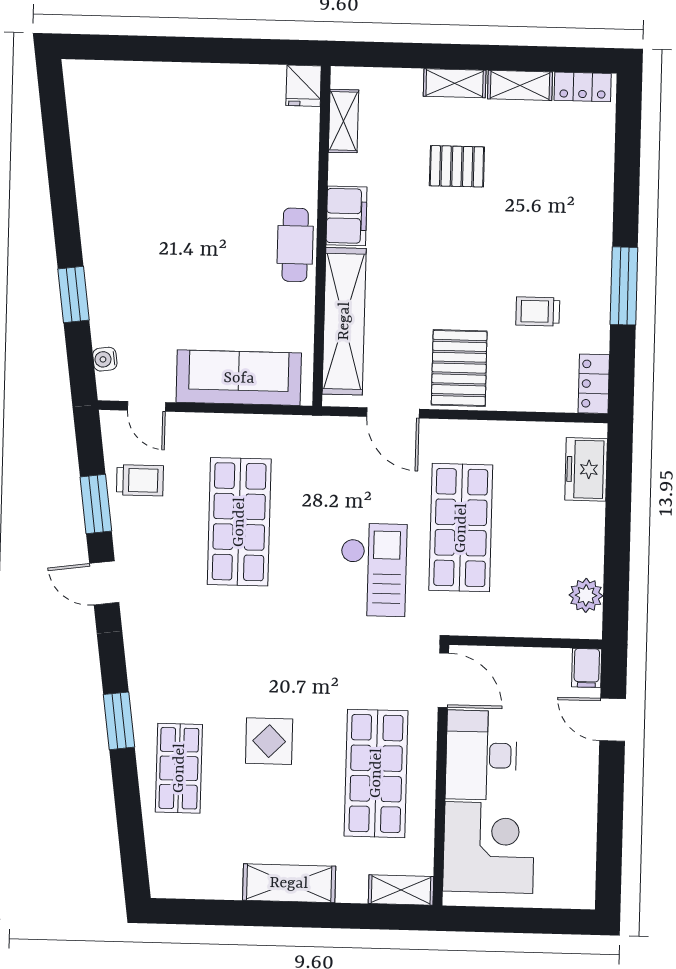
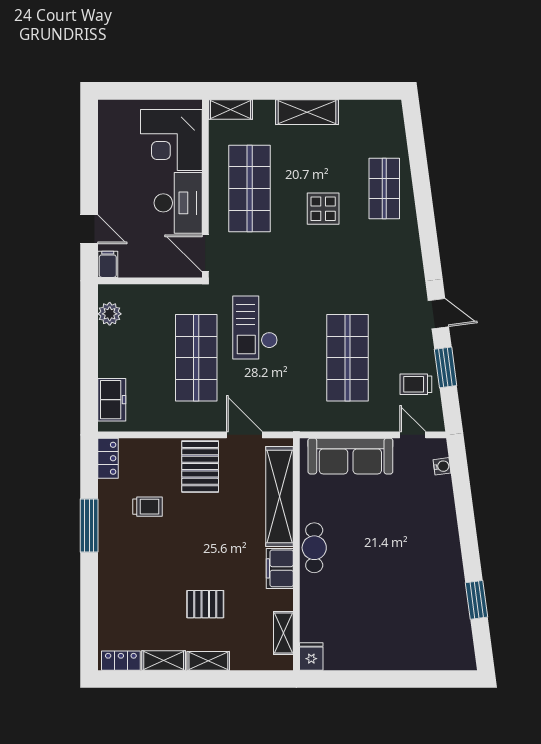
window: (74, 294) -> (477, 600), moved
window: (119, 721) -> (426, 220), removed

